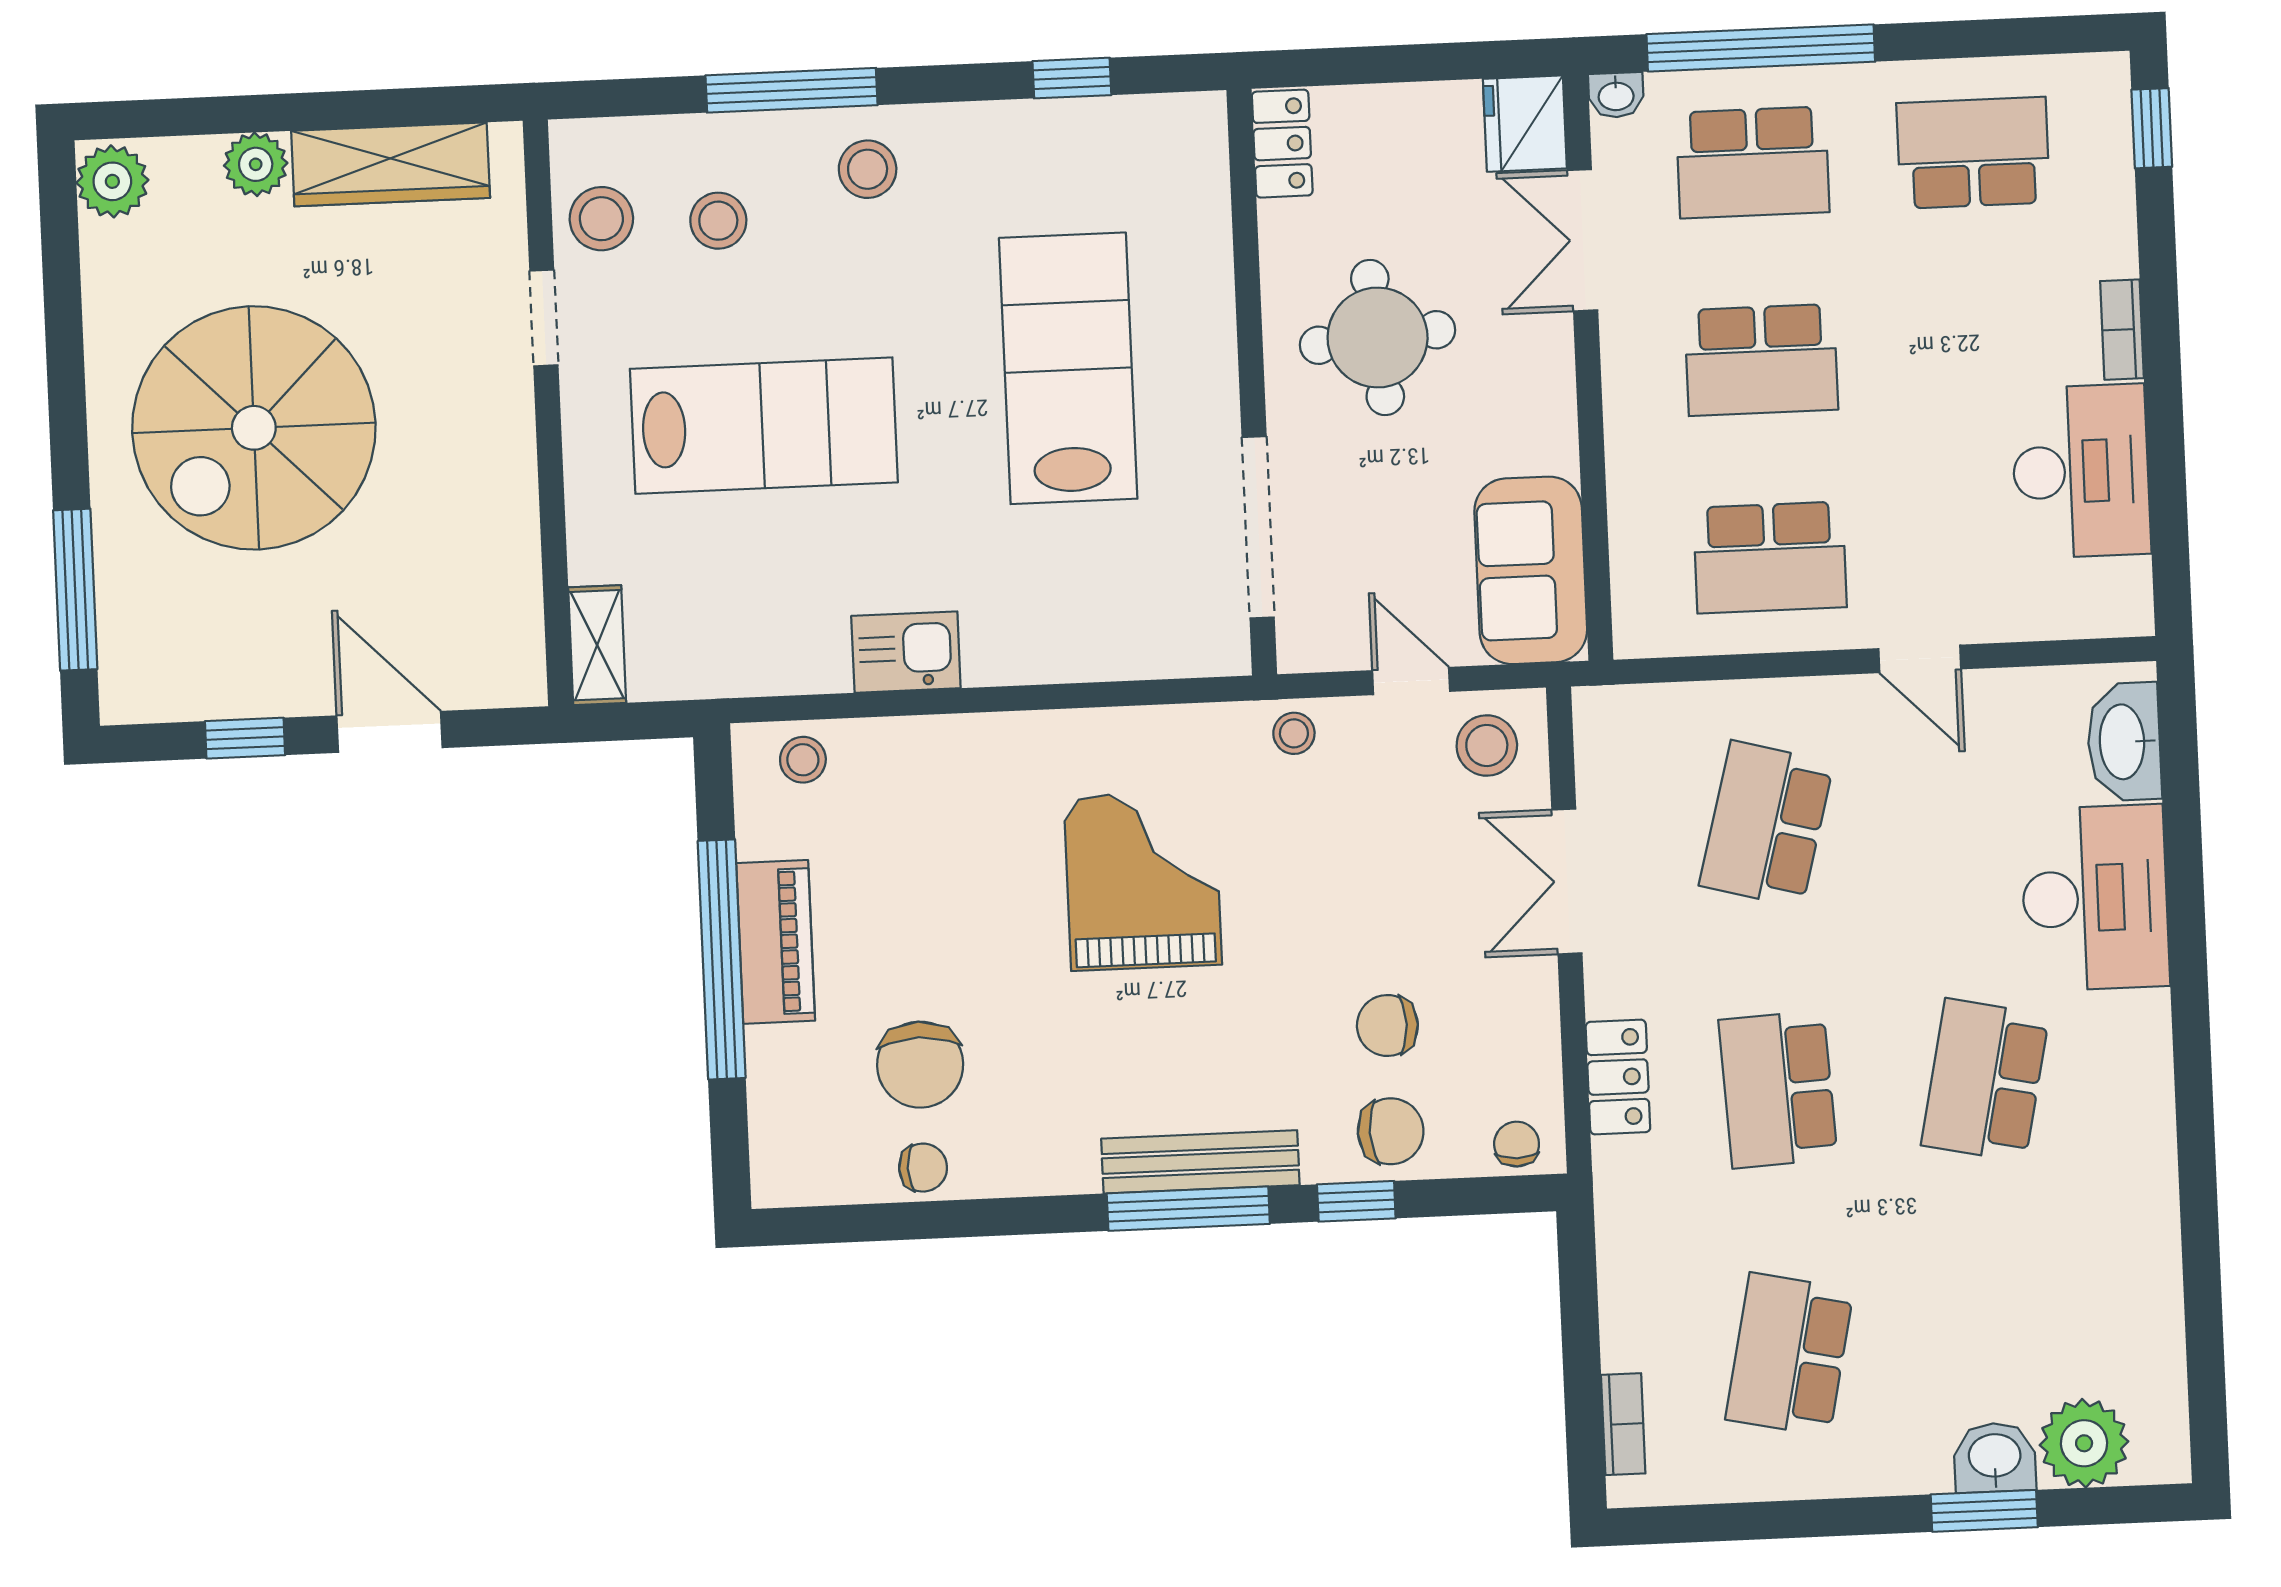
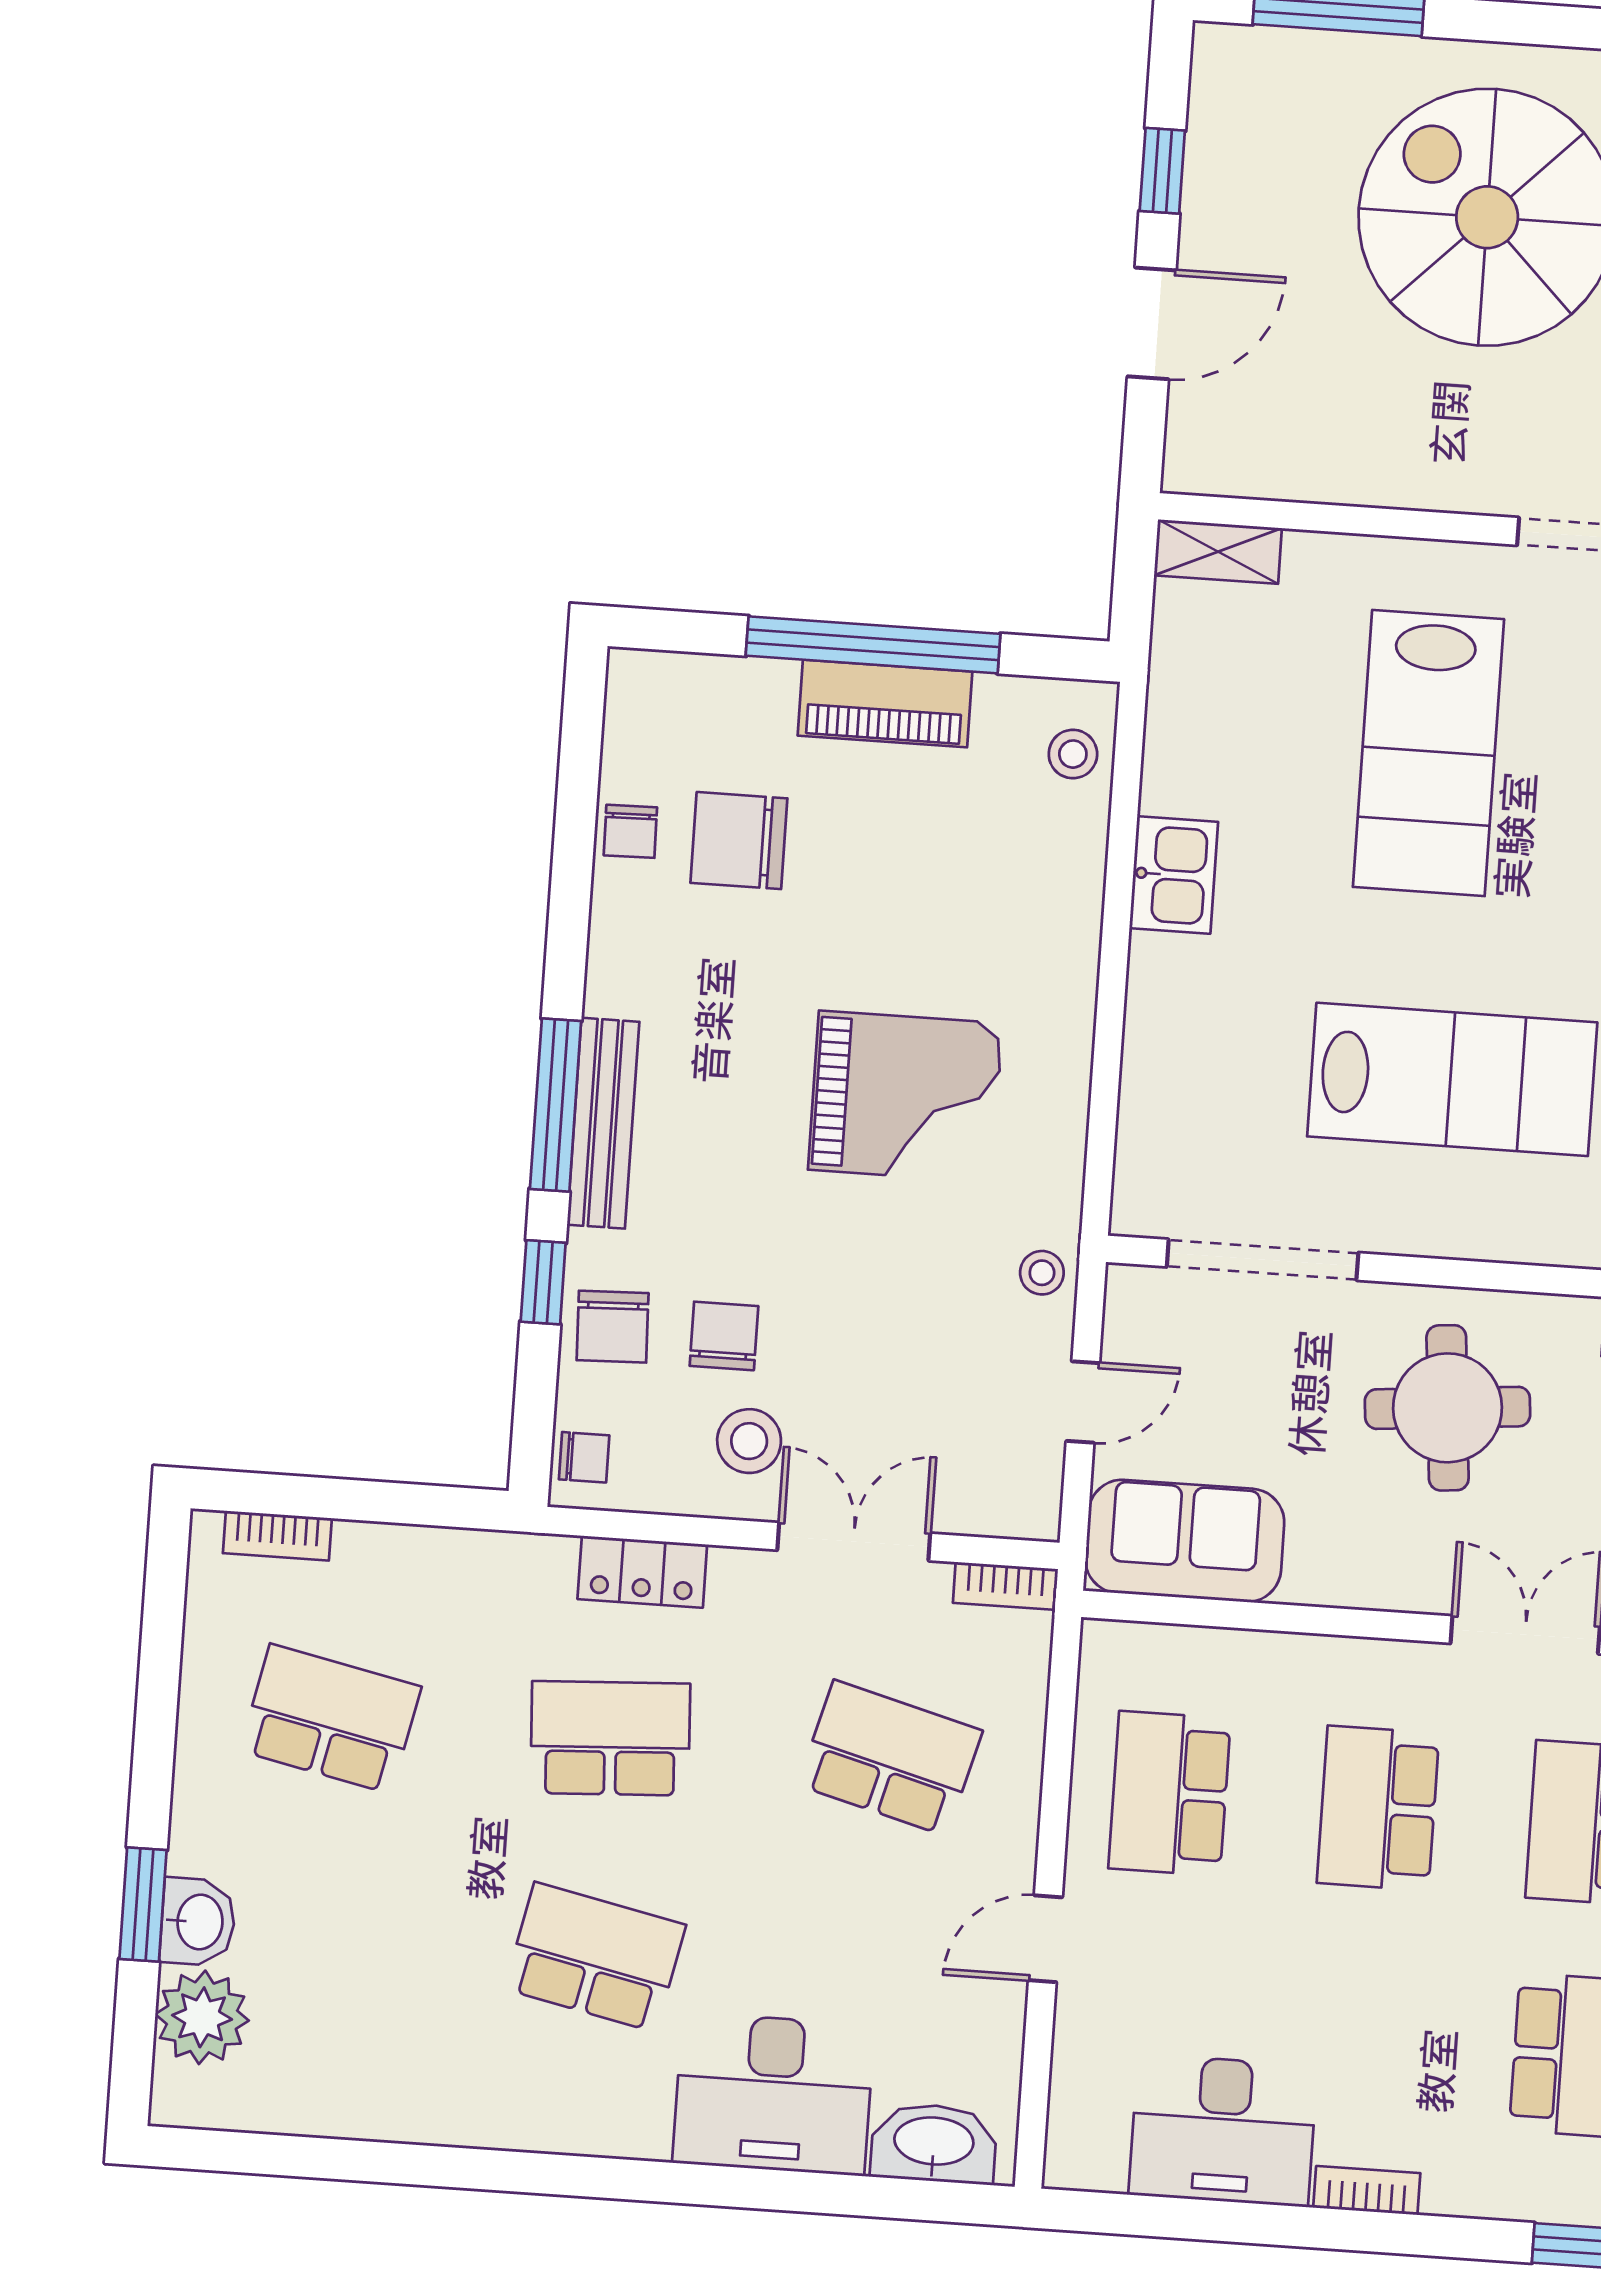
bookcase: (1592, 734) -> (1005, 1586), added
stool: (1487, 745) -> (749, 1441), moved

